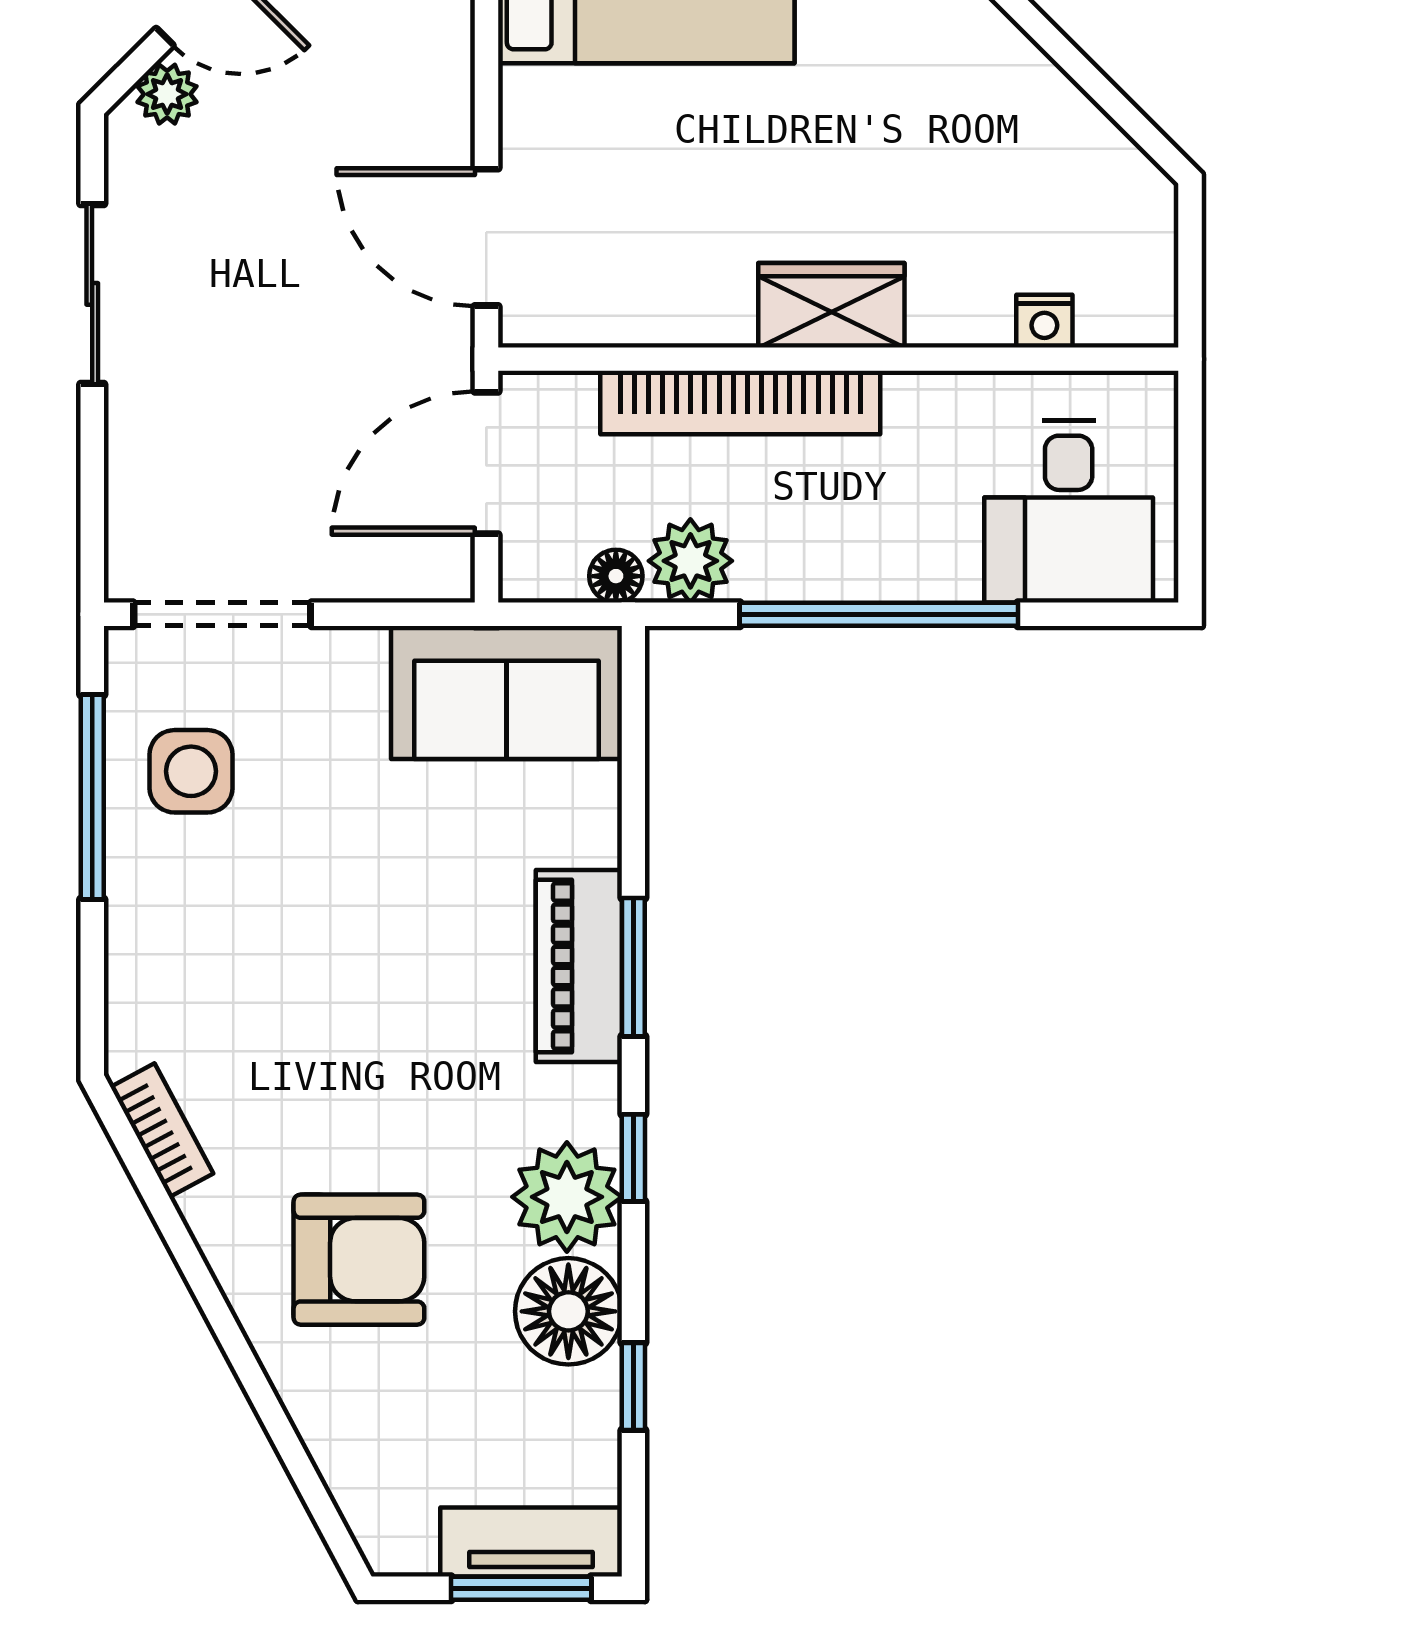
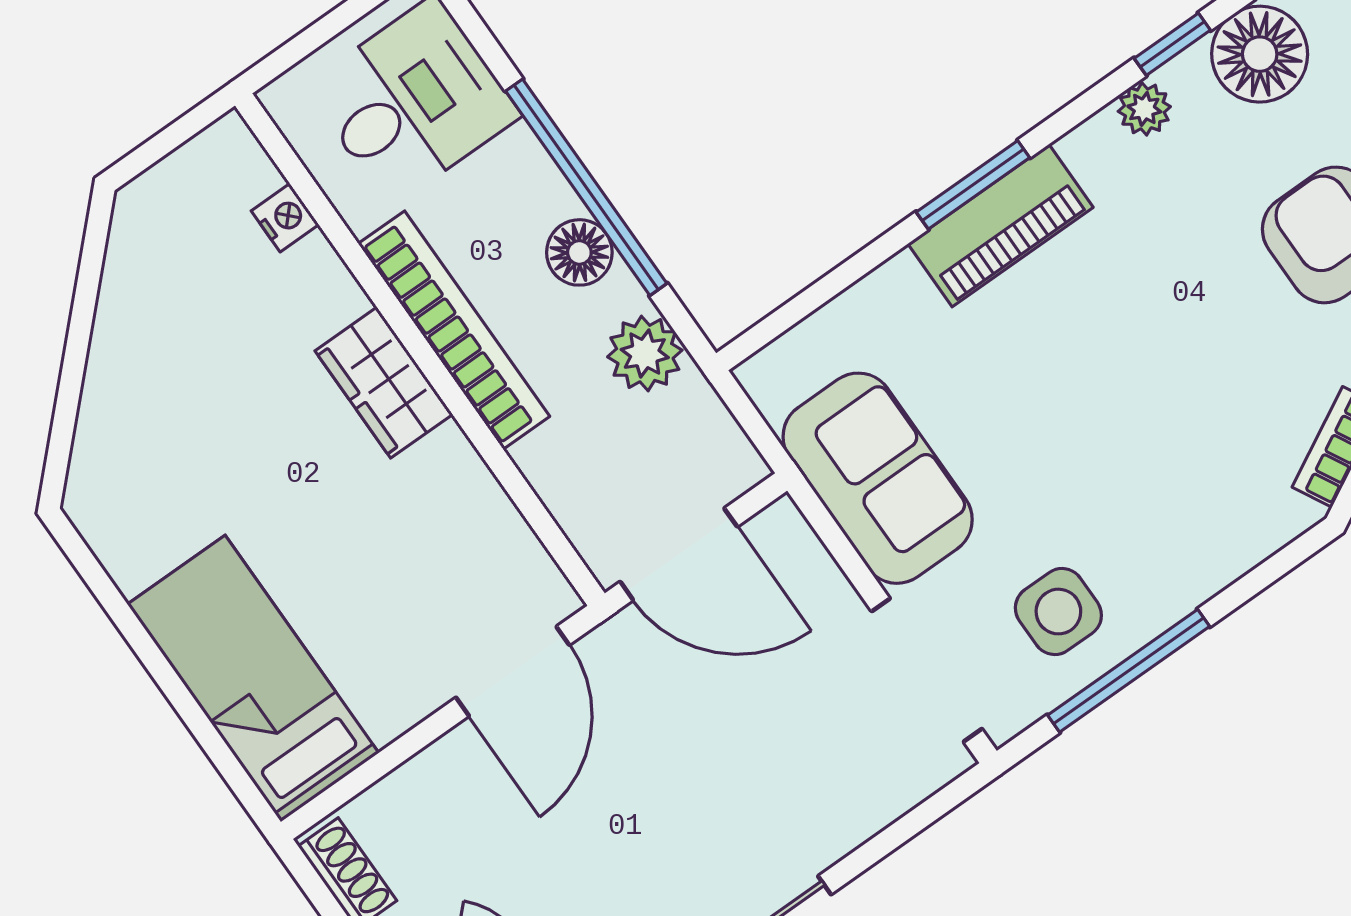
bookcase: (740, 402) -> (454, 330), moved
floor lamp: (616, 576) -> (579, 252), moved, width x1.37, depth x1.37
sofa: (506, 692) -> (878, 478), moved
window: (633, 1158) -> (1172, 44), moved
plant: (567, 1197) -> (1144, 109), width x0.53, depth x0.53

